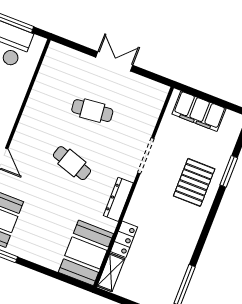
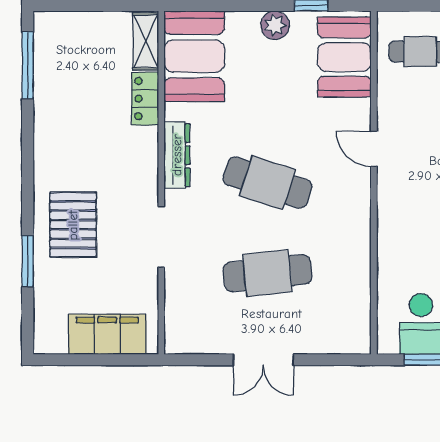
cafe table: (92, 111) -> (268, 273), width x1.37, depth x1.35
cafe table: (72, 163) -> (268, 183), width x1.37, depth x1.35
plant: (32, 253) -> (275, 25), added

